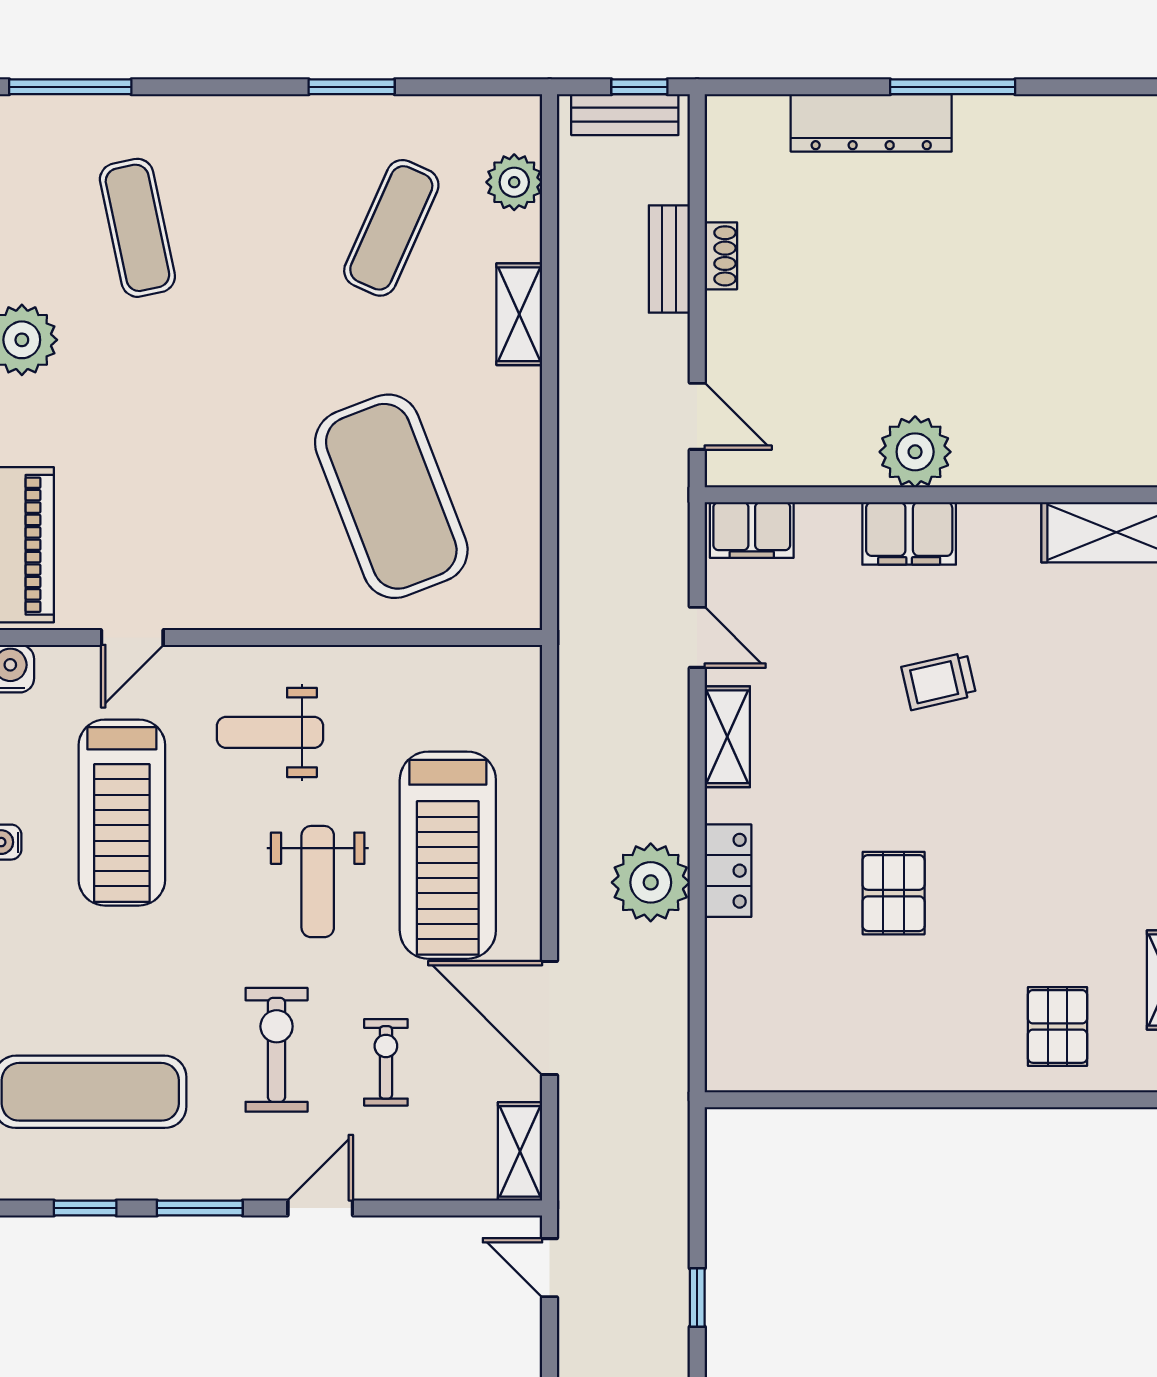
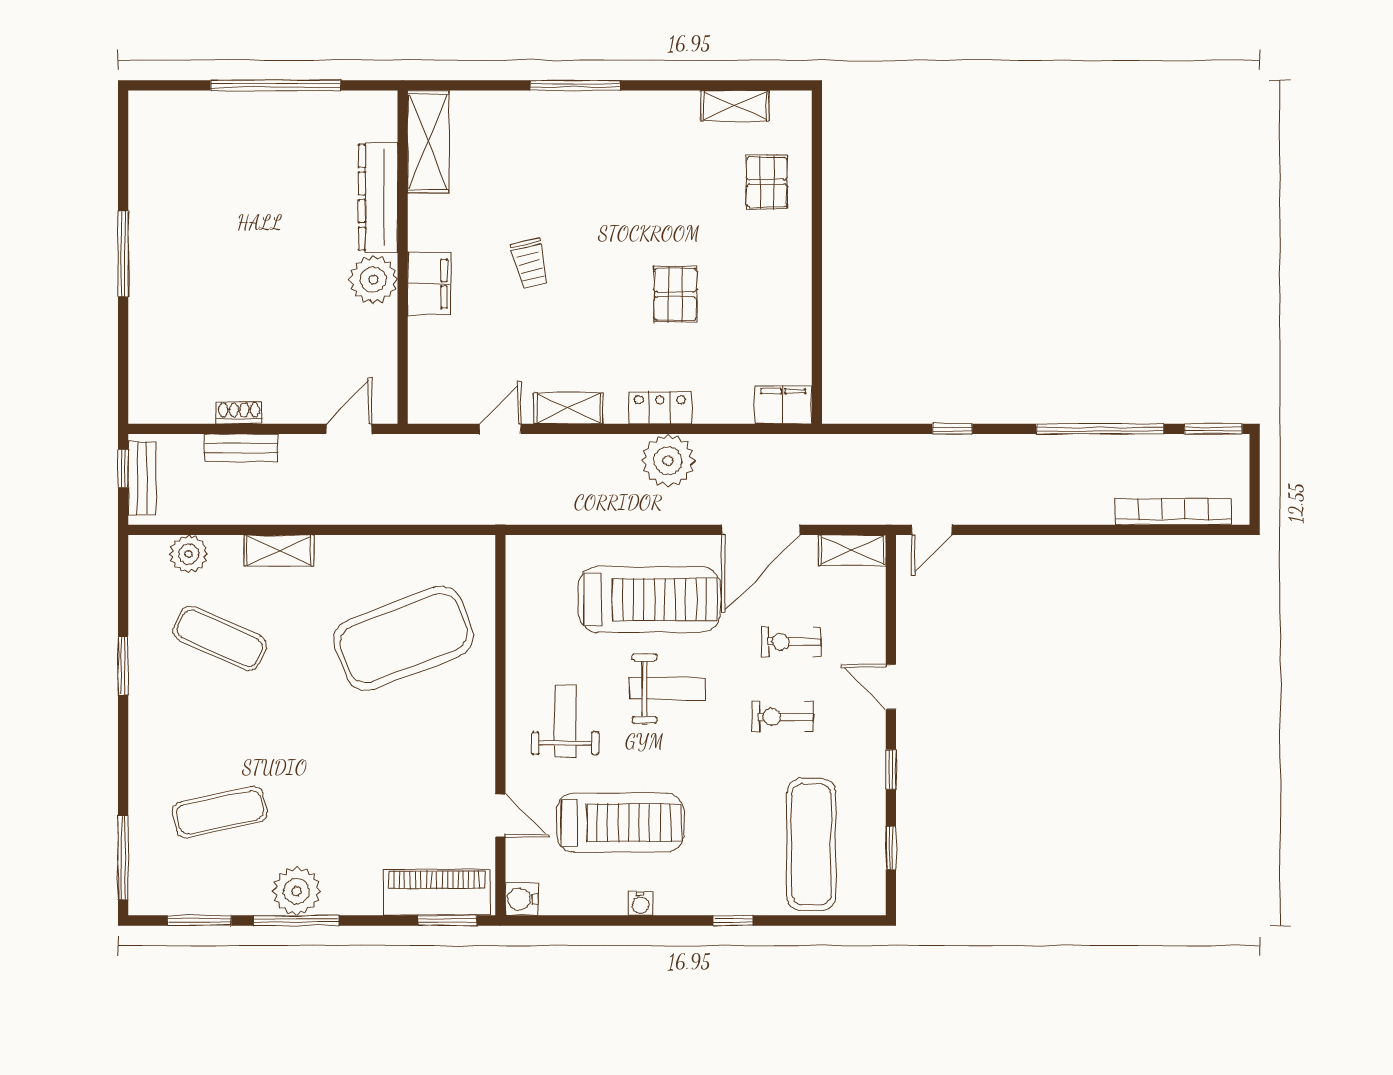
dresser: (871, 123) -> (378, 197), moved, turned 180
filing cabinet: (752, 530) -> (783, 405), moved, turned -90
weight bench: (270, 732) -> (565, 721), turned 180
pallet: (894, 893) -> (675, 294), turned 90
pallet: (1057, 1026) -> (767, 182), turned 90
exercise bike: (277, 1050) -> (783, 717), width x0.73, depth x0.72
window: (200, 1208) -> (891, 769), width x0.67

